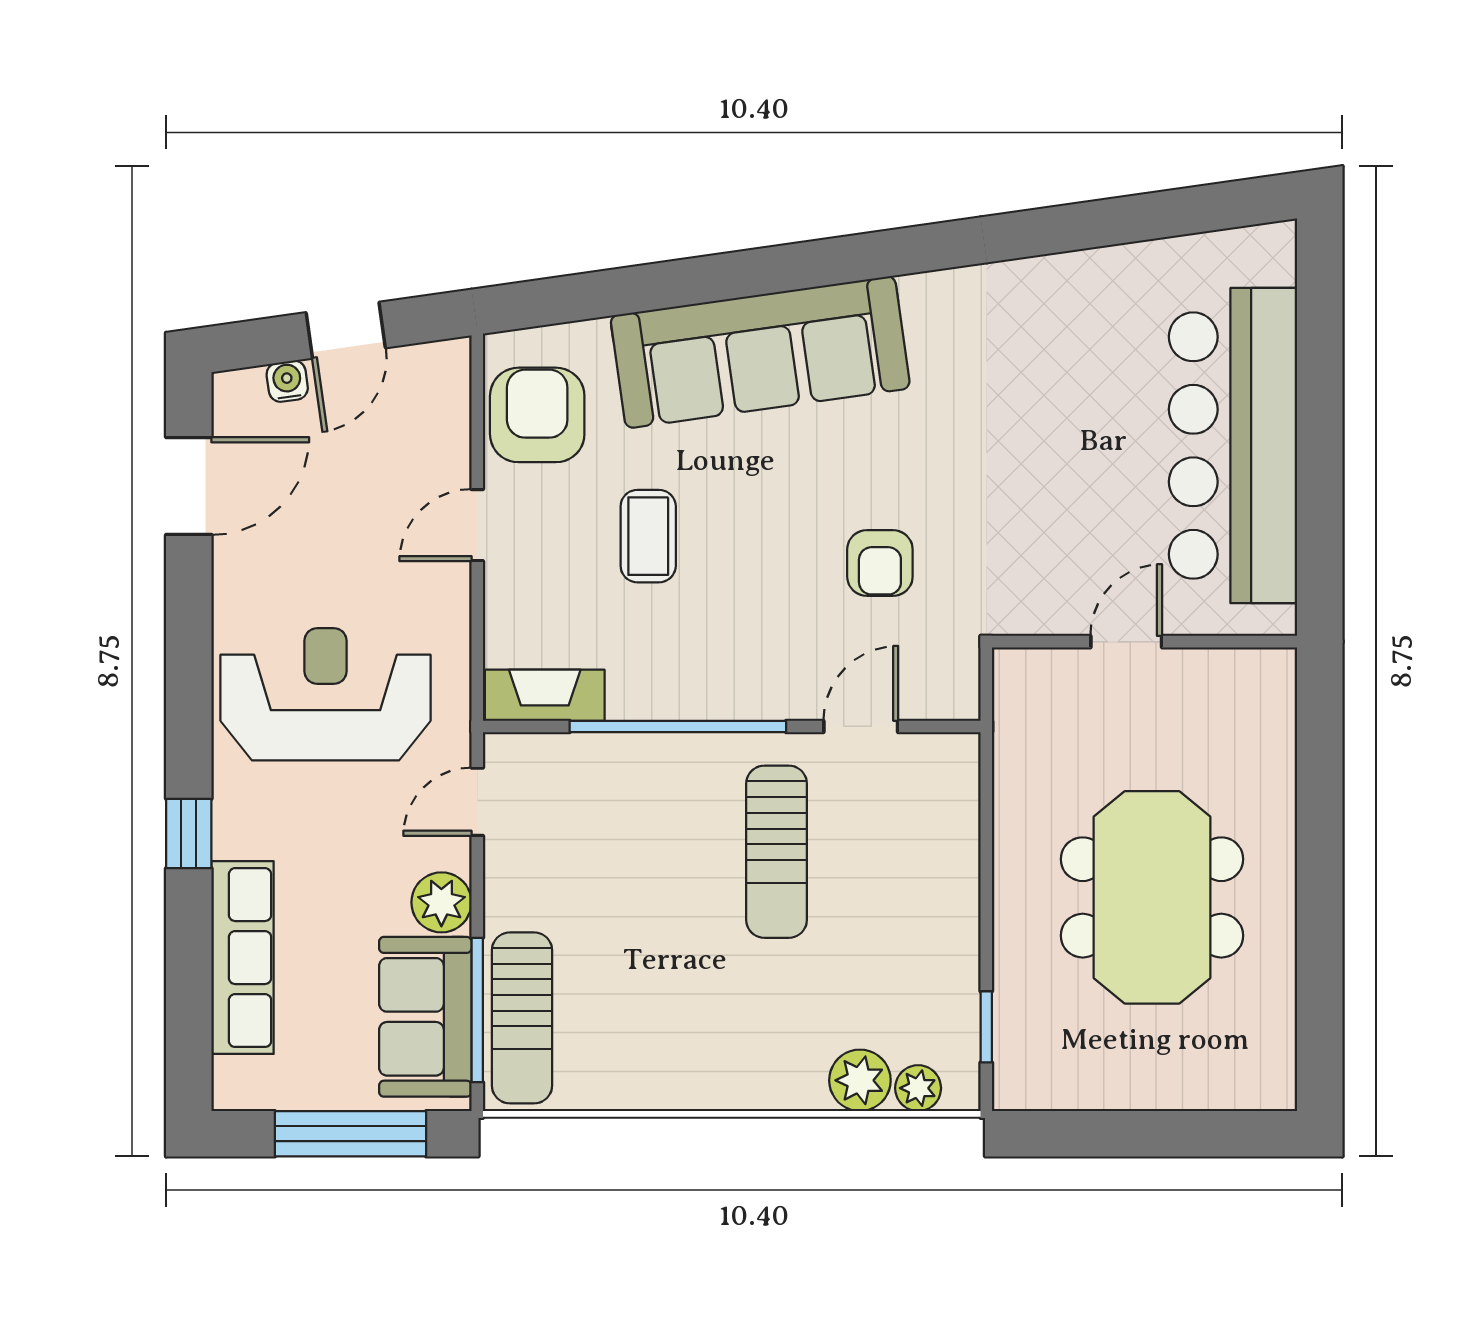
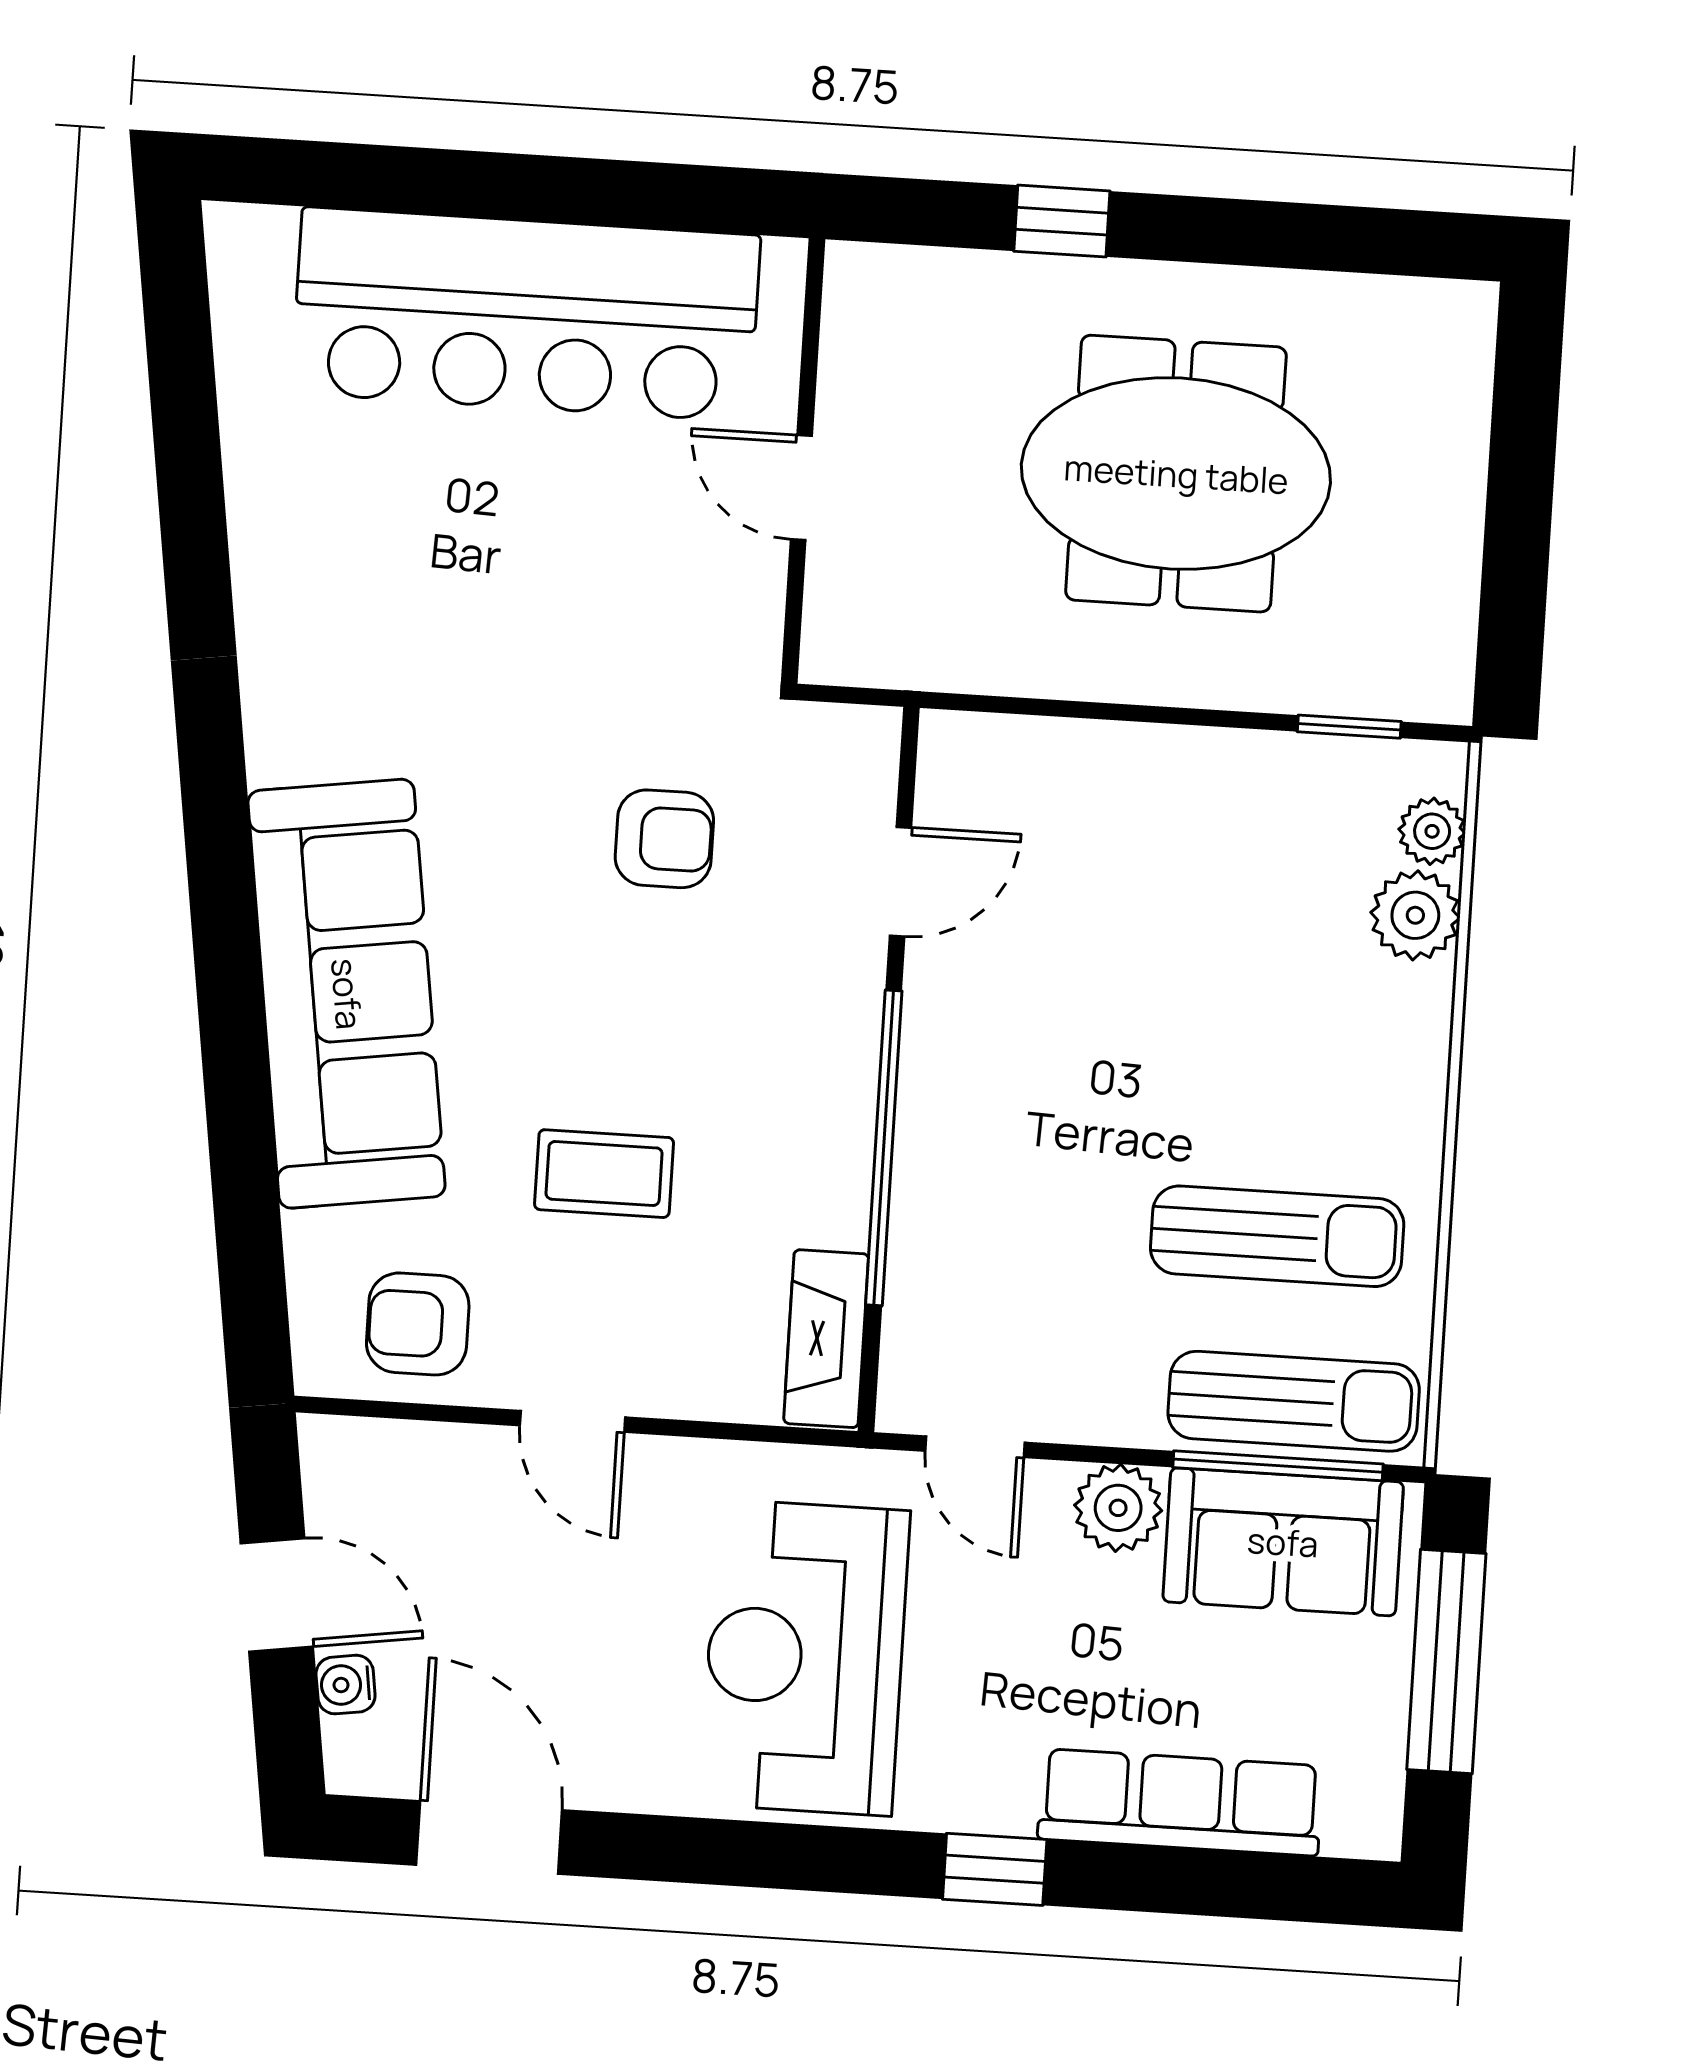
armchair: (537, 415) -> (418, 1324), width x0.72, depth x0.72
door: (861, 726) -> (901, 882), swing flipped
window: (1320, 808) -> (1062, 221), added
sun lounger: (777, 852) -> (1277, 1236), moved

